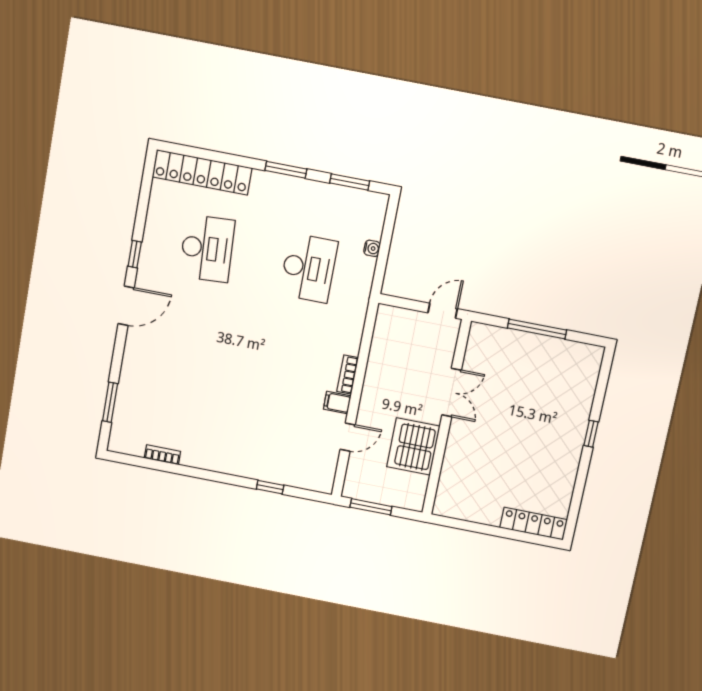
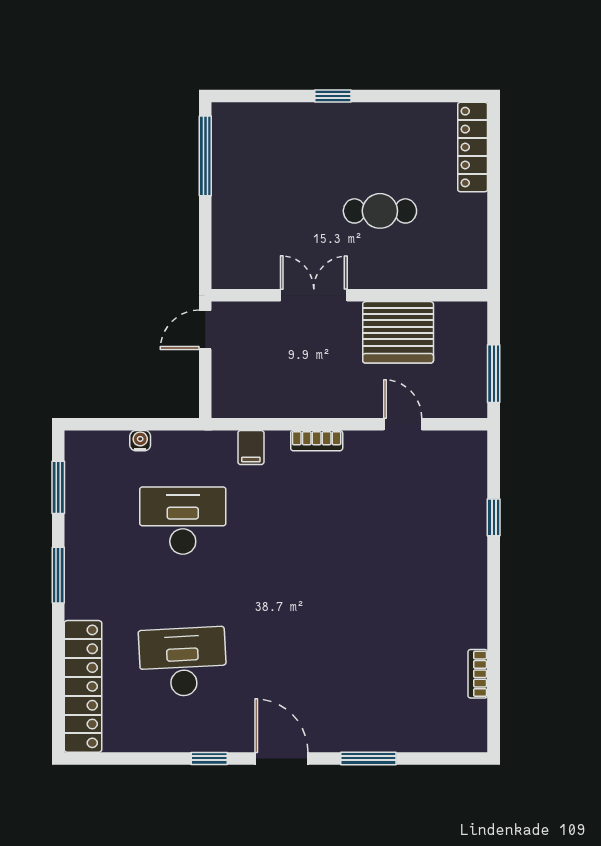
door: (443, 311) -> (205, 330), hinge flipped
window: (537, 329) -> (205, 156), moved
window: (110, 402) -> (368, 758), moved
filing cabinet: (337, 403) -> (251, 447), moved
cafe table: (502, 451) -> (380, 211), added

